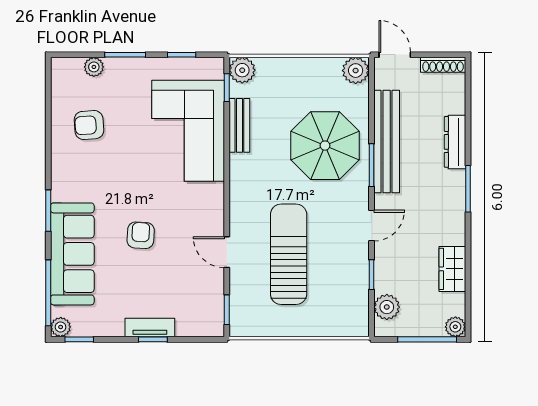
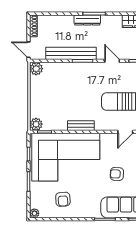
door: (395, 55) -> (28, 50), hinge flipped
plant: (94, 67) -> (34, 213), moved
bench: (239, 125) -> (81, 126), moved
corner sofa: (188, 131) -> (66, 157), width x1.36, depth x1.36
dresser: (455, 142) -> (87, 20), moved
parasol: (325, 146) -> (73, 84), removed

